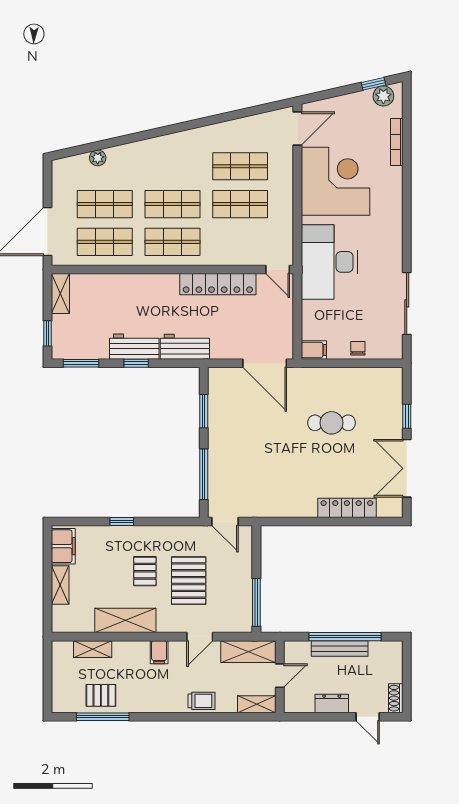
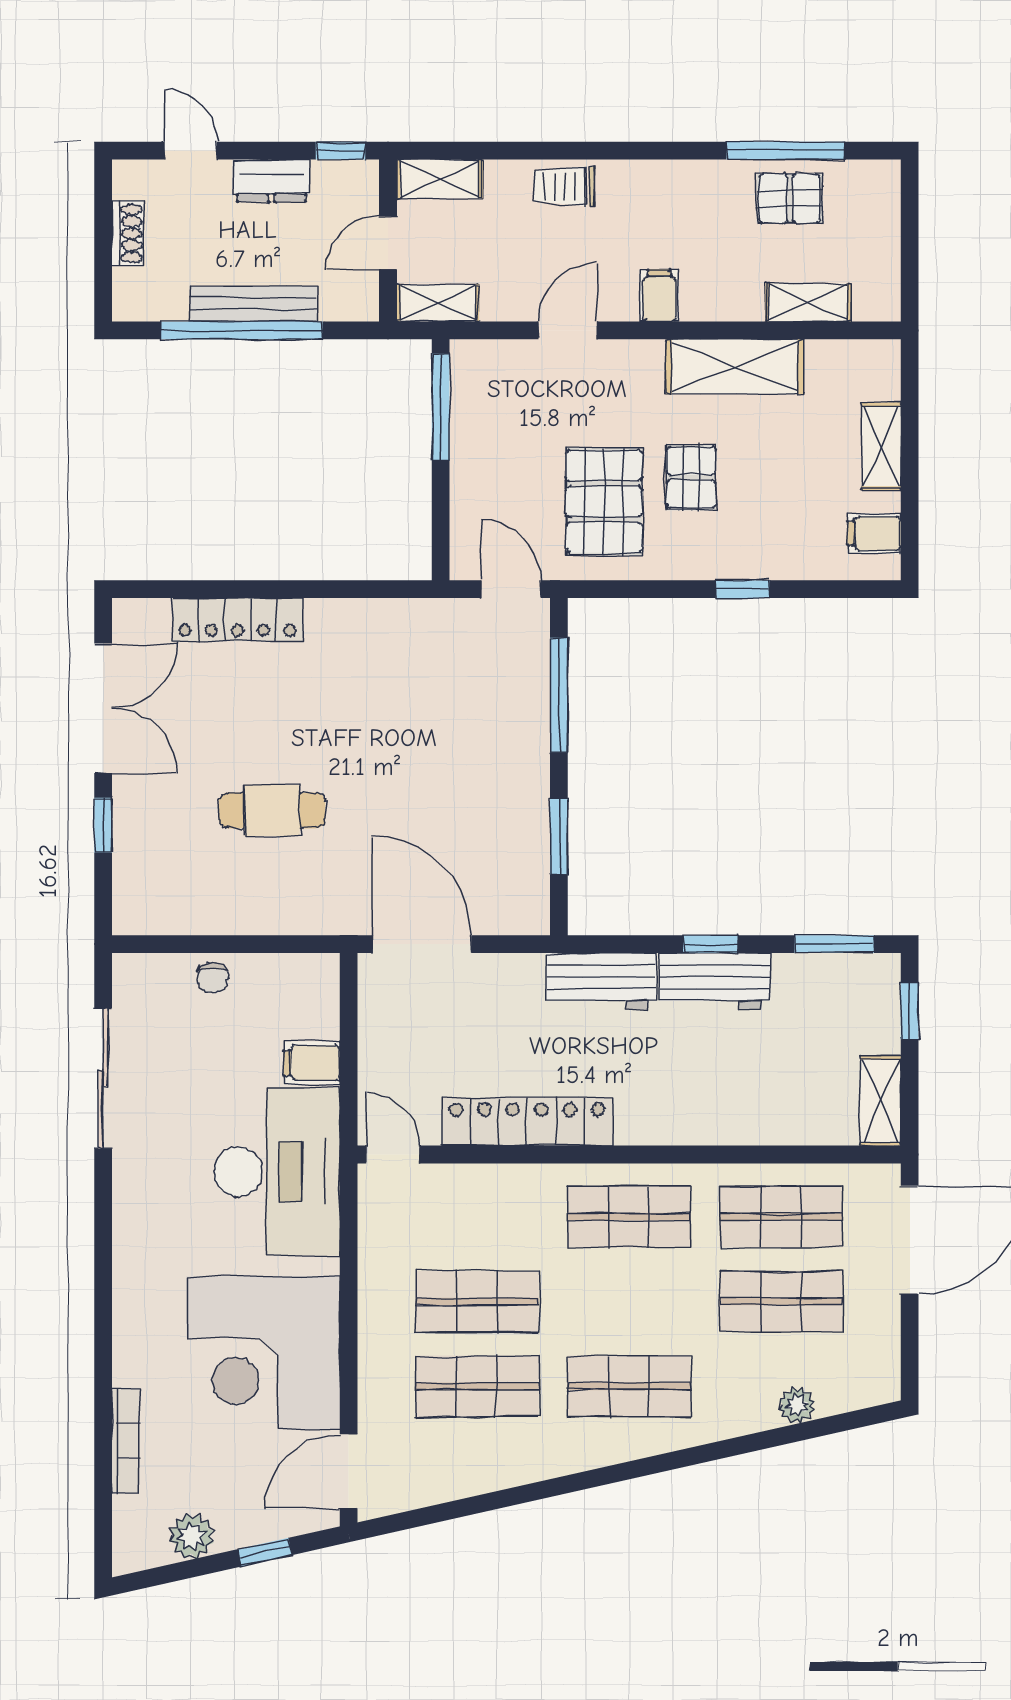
window: (373, 84) -> (265, 1552), moved
plant: (383, 96) -> (192, 1536), moved
shop shelf: (172, 204) -> (629, 1386), moved
filing cabinet: (314, 350) -> (312, 1063), moved
filing cabinet: (63, 546) -> (874, 534), width x0.50
pallet: (189, 581) -> (604, 502), moved
shelving: (248, 652) -> (438, 303), width x0.67, depth x0.75
shoe rack: (396, 698) -> (128, 233), moved
window: (301, 717) -> (340, 151), added

